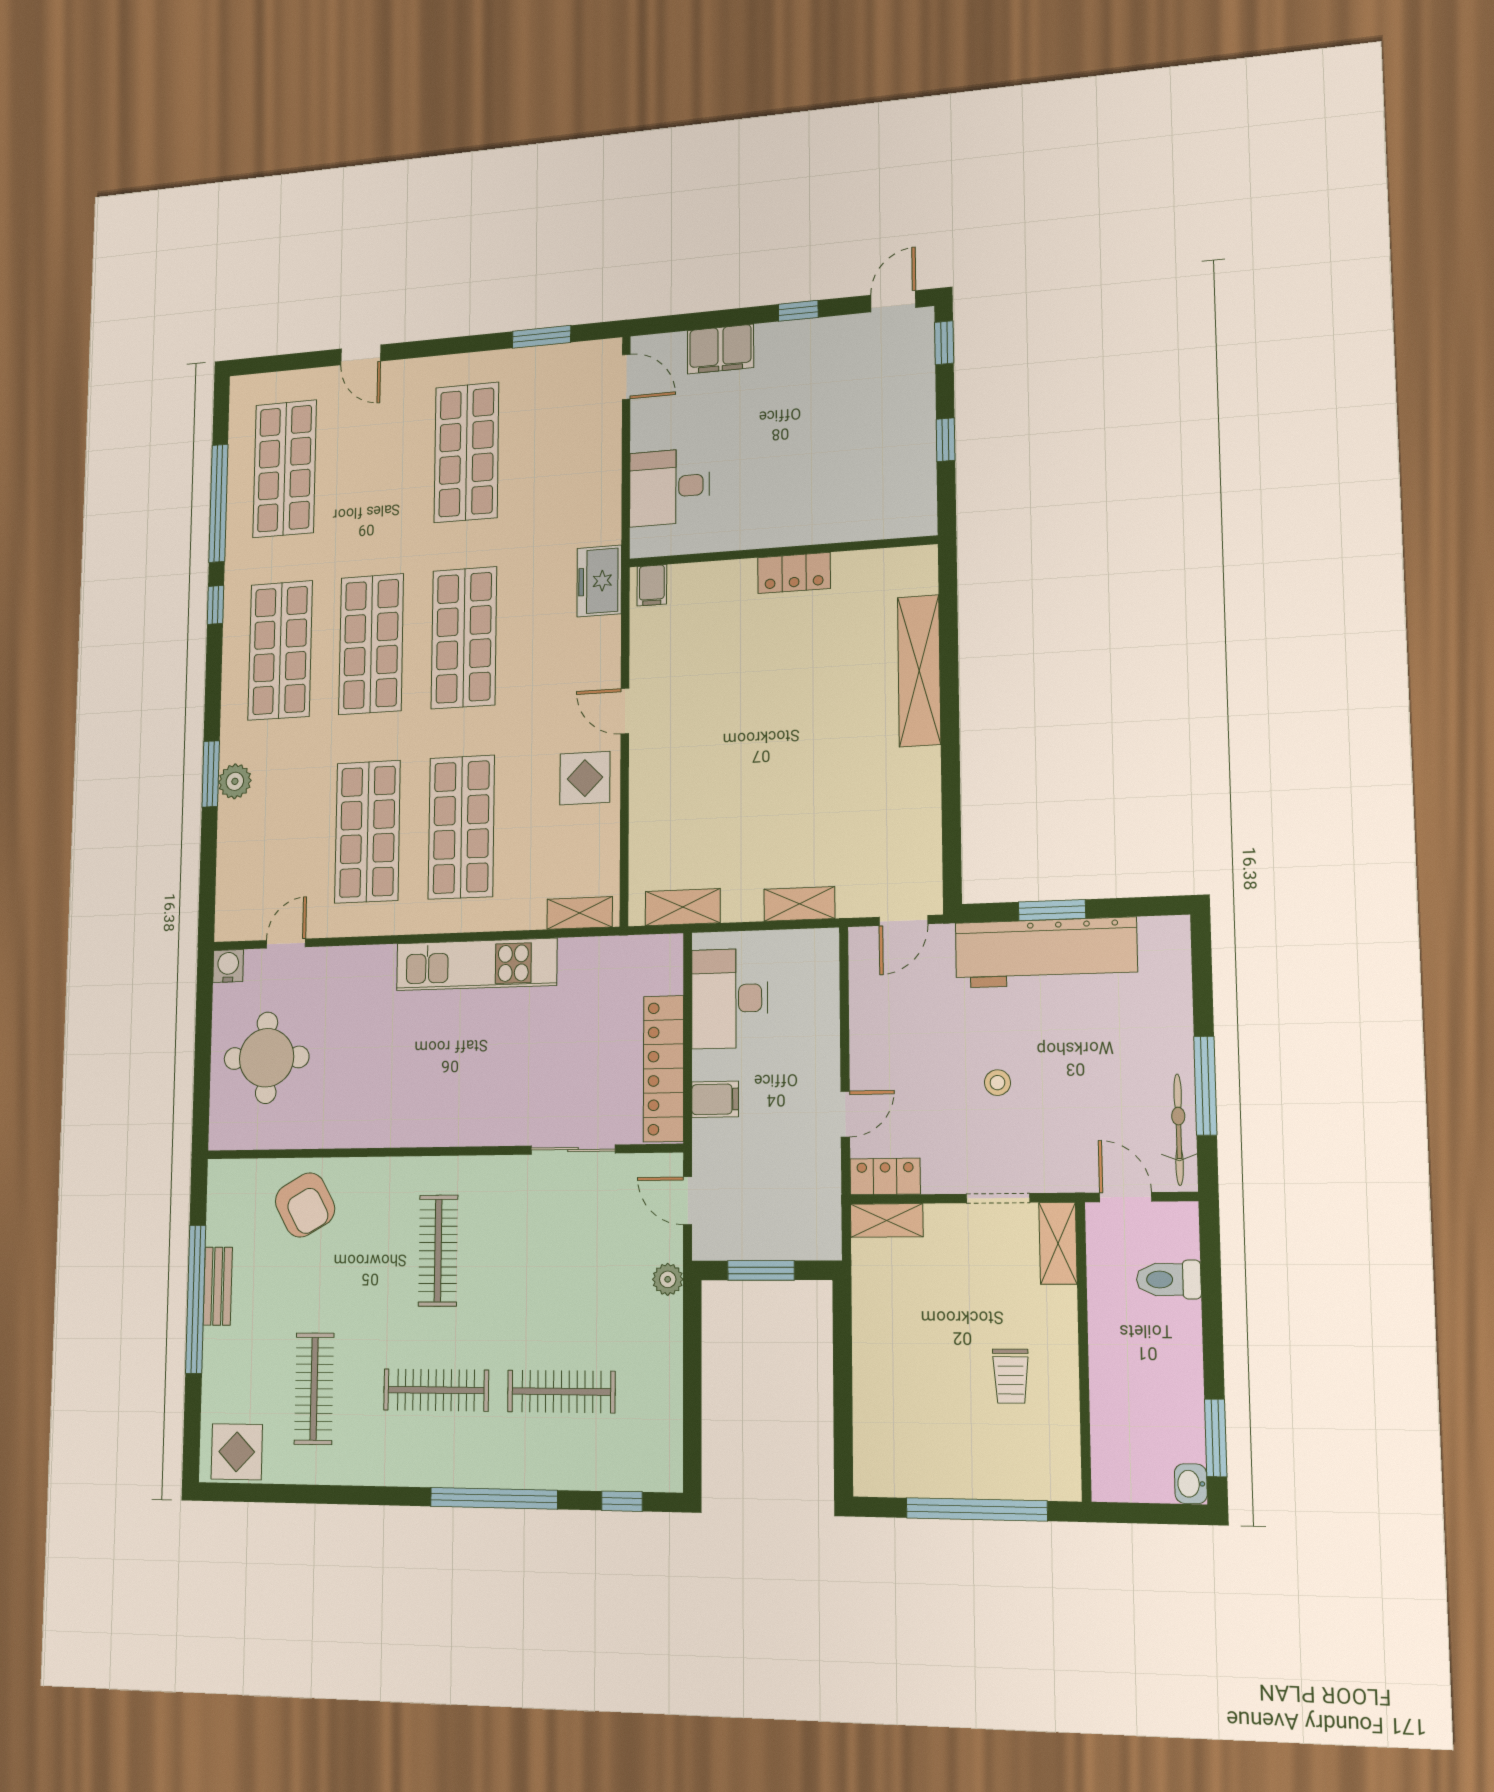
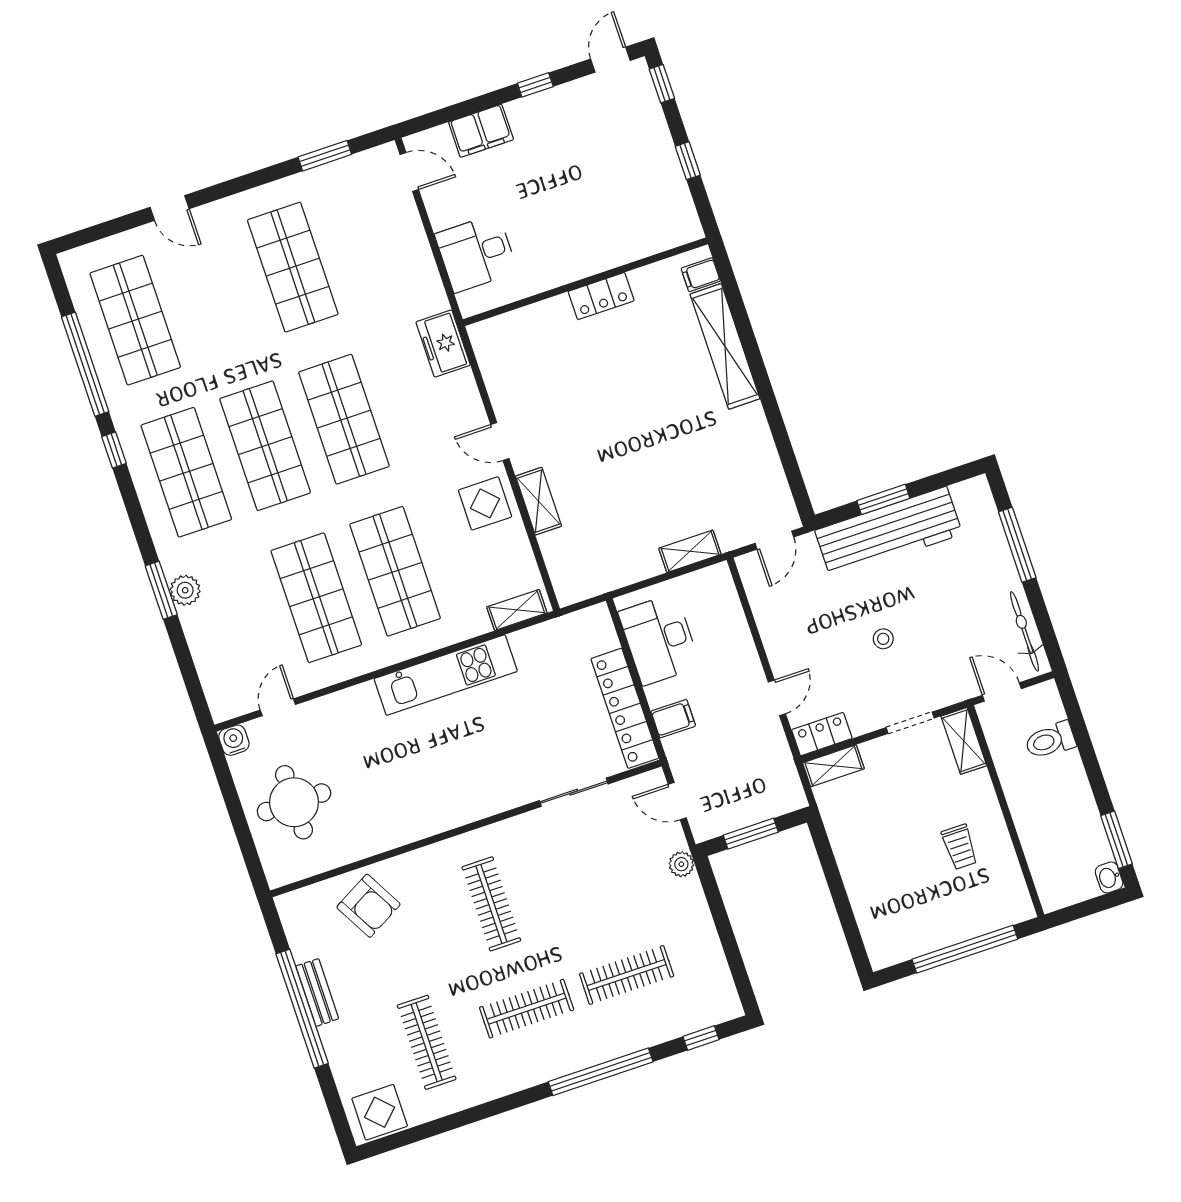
filing cabinet: (652, 585) -> (701, 275), moved, turned 90
shelving: (683, 907) -> (538, 501), moved, turned 90
window: (1205, 1086) -> (1017, 545), moved

